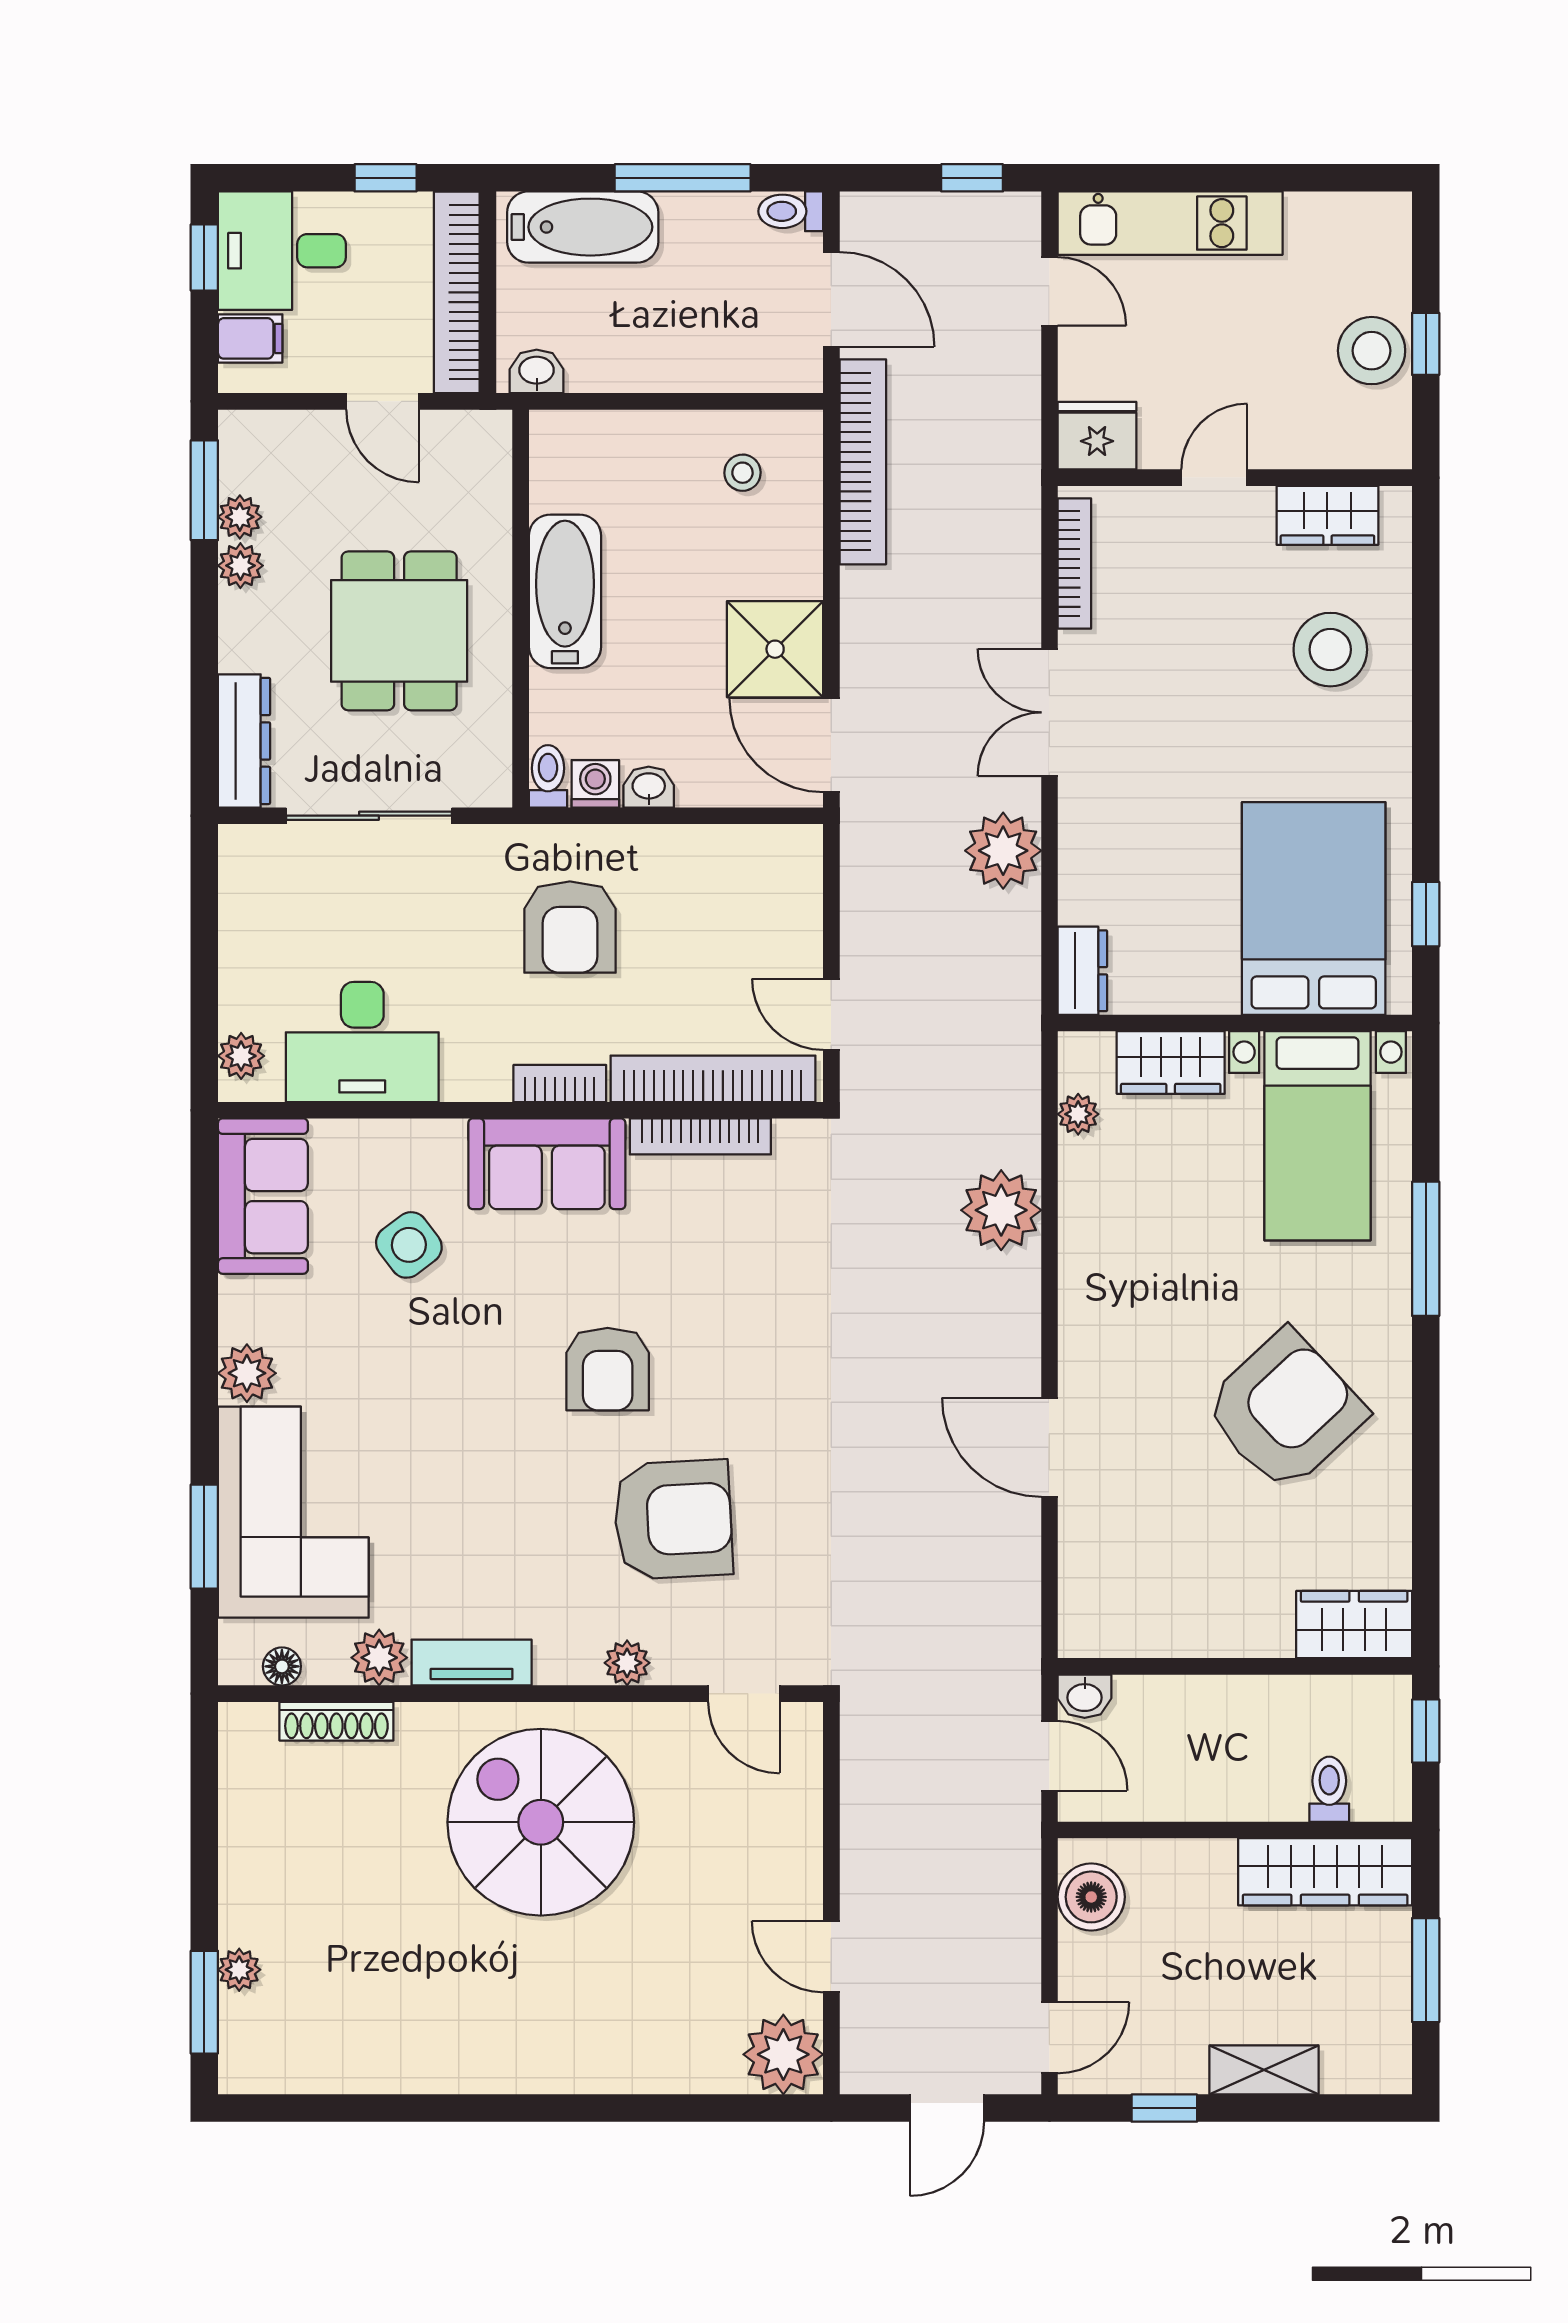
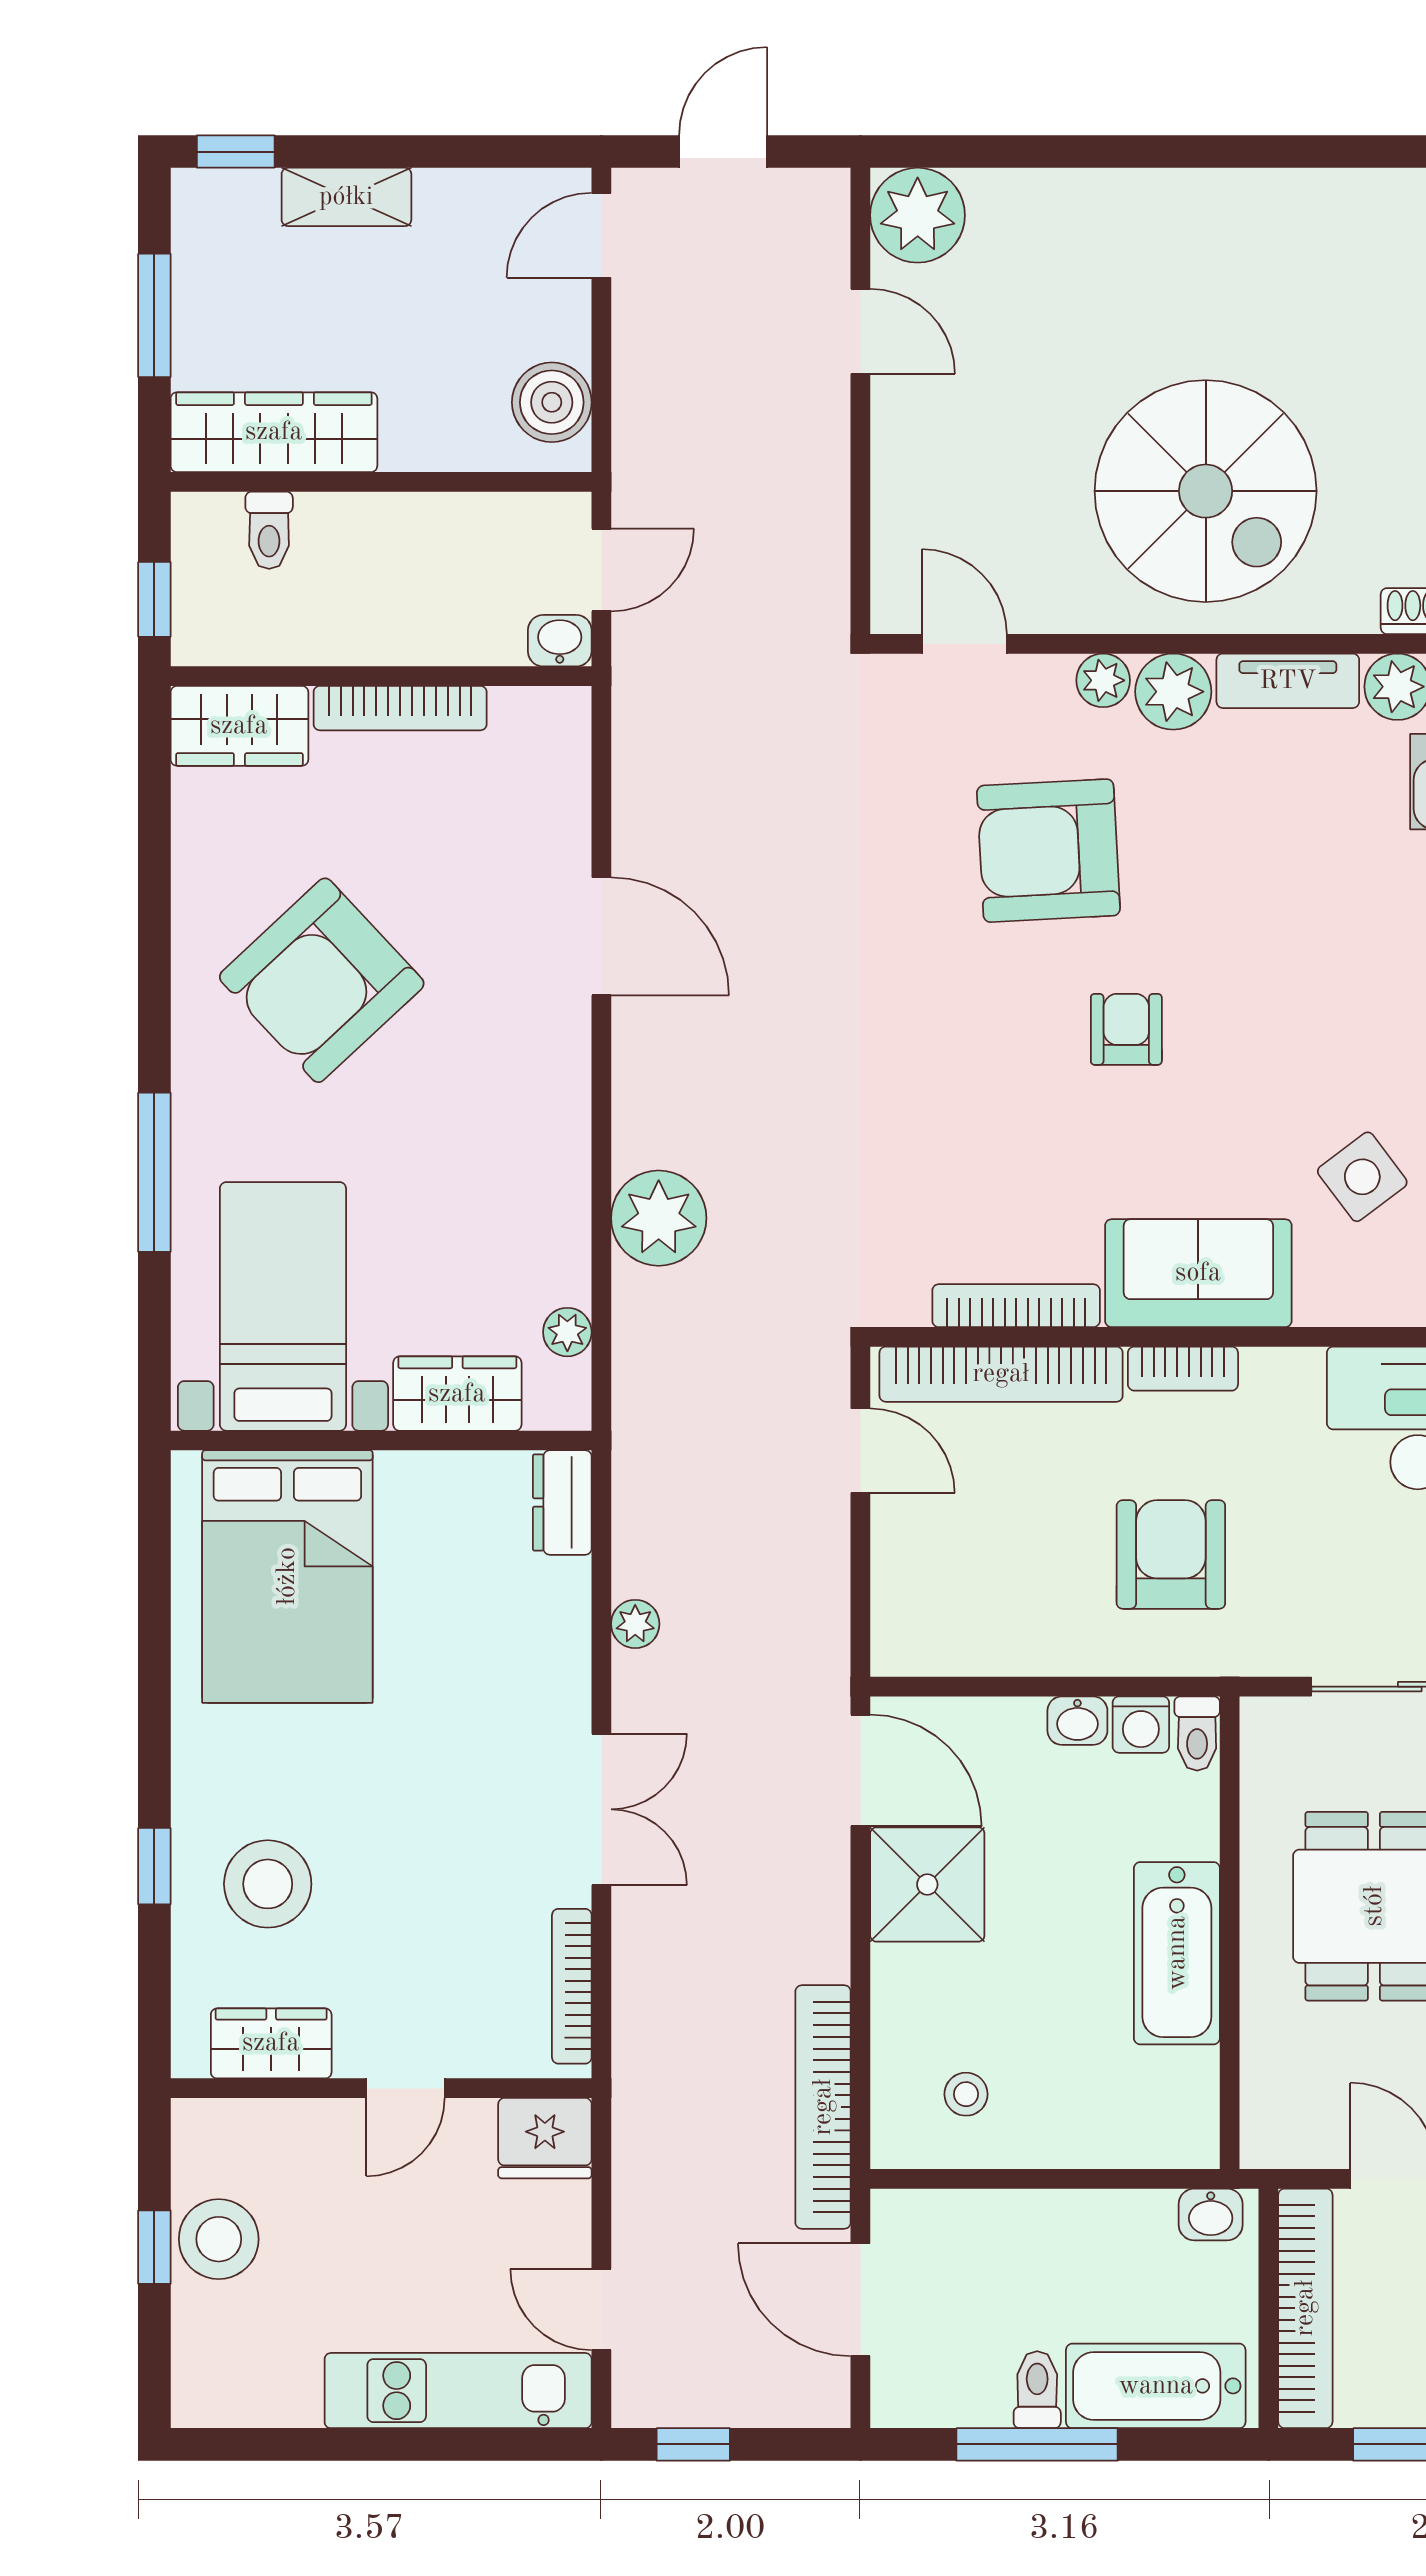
toilet: (791, 211) -> (1037, 2390), moved, turned -90
plant: (1003, 851) -> (635, 1624), width x0.53, depth x0.53
window: (1426, 914) -> (154, 1866), moved
armchair: (608, 1369) -> (1126, 1029), width x0.72, depth x0.72
bookcase: (1219, 1640) -> (400, 708), added
plant: (568, 1653) -> (1173, 692), added
door: (1049, 1756) -> (601, 570), swing flipped
window: (1164, 2108) -> (236, 152), moved

